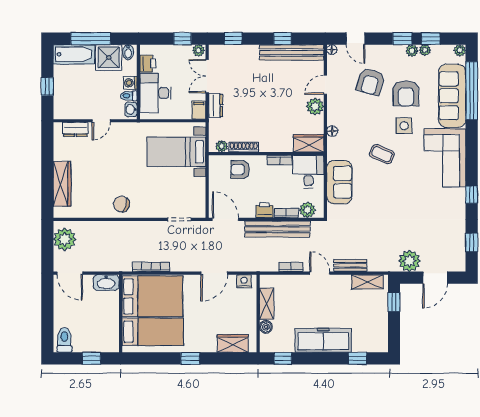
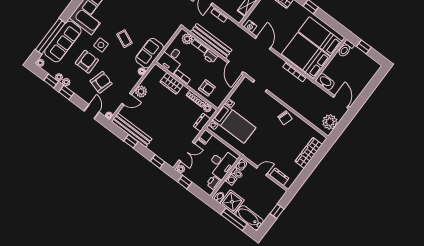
dresser: (216, 106) -> (202, 122), moved
wardrobe: (309, 143) -> (172, 83), moved
sofa: (339, 182) -> (149, 53), moved
door: (214, 273) -> (263, 43), hinge flipped
toilet: (64, 340) -> (346, 49), moved

